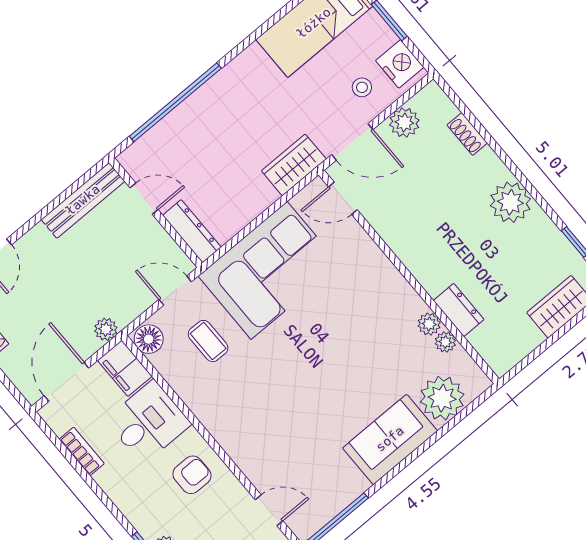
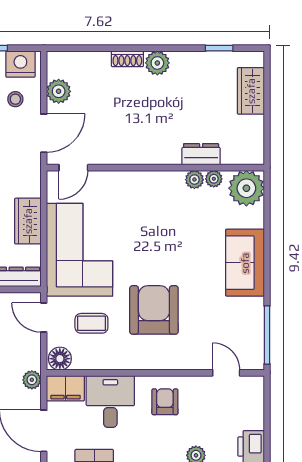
shoe rack: (467, 134) -> (127, 59), moved
wardrobe: (294, 165) -> (28, 221), moved
plant: (510, 202) -> (157, 63), width x0.73, depth x0.73
door: (175, 291) -> (44, 317), hinge flipped
armchair: (271, 390) -> (154, 310), added
plant: (442, 398) -> (246, 188), moved
door: (269, 510) -> (226, 373), hinge flipped

